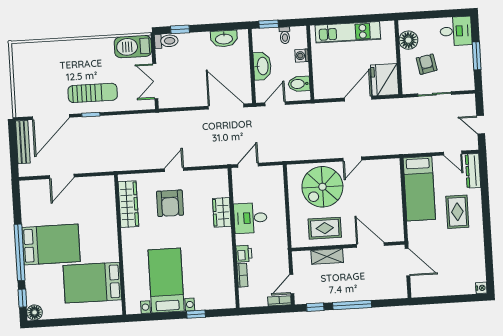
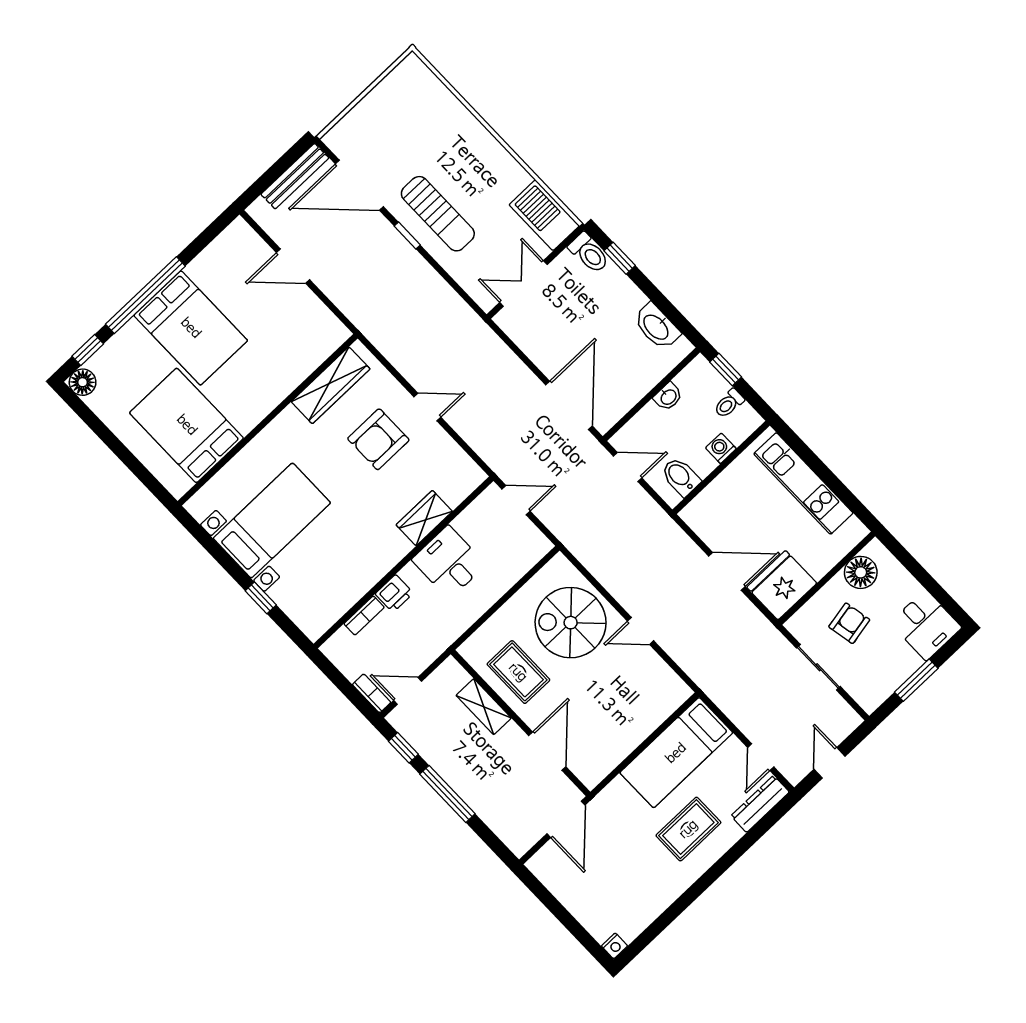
washbasin: (262, 66) -> (668, 397), width x0.52, depth x0.69

